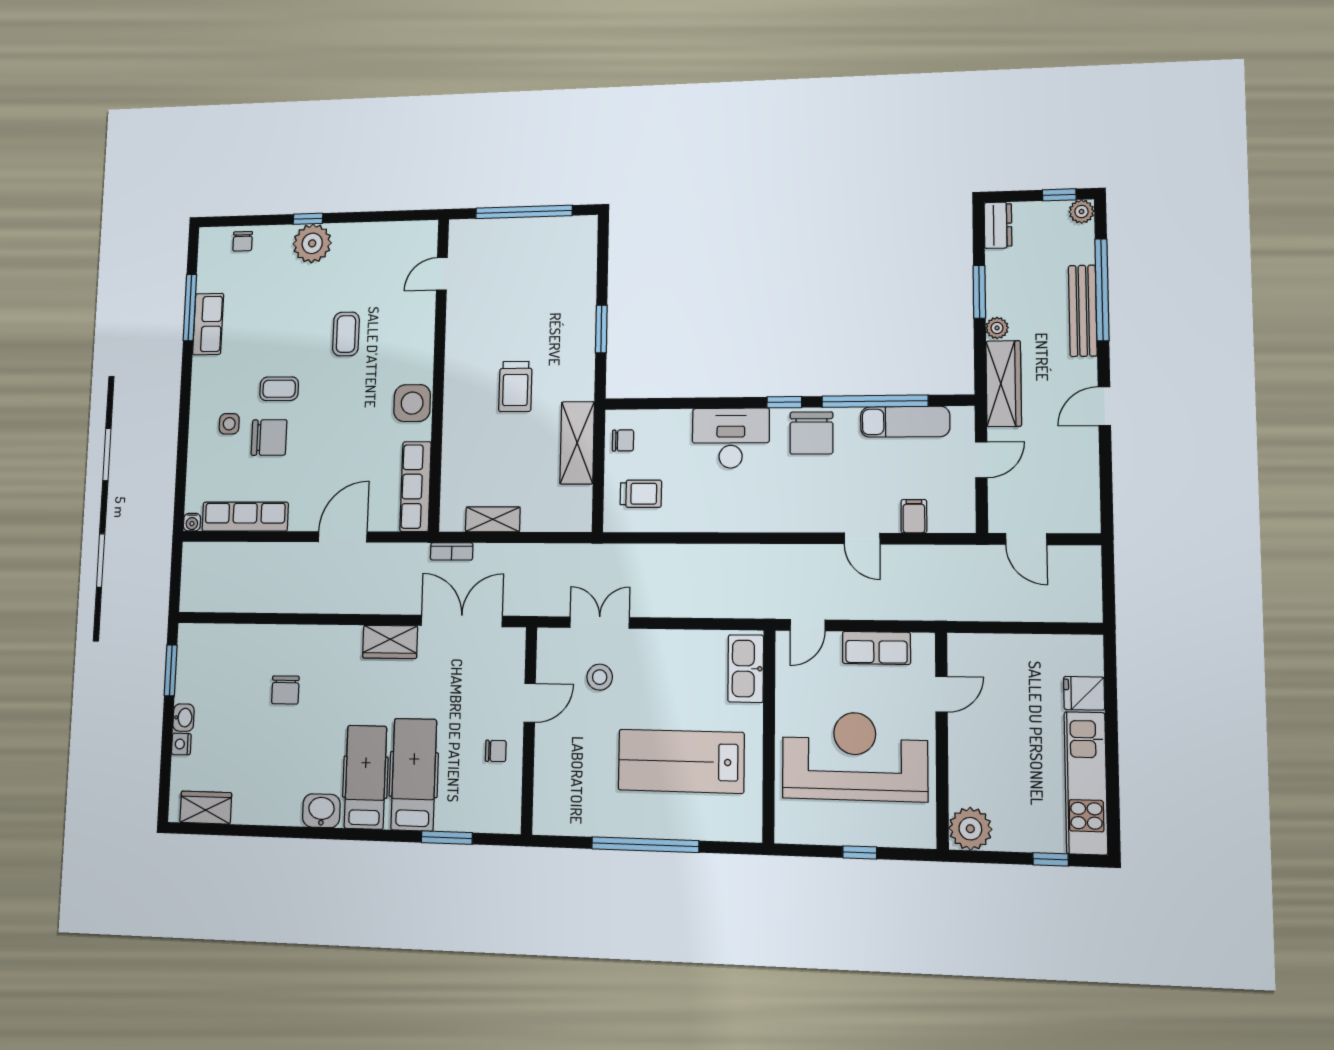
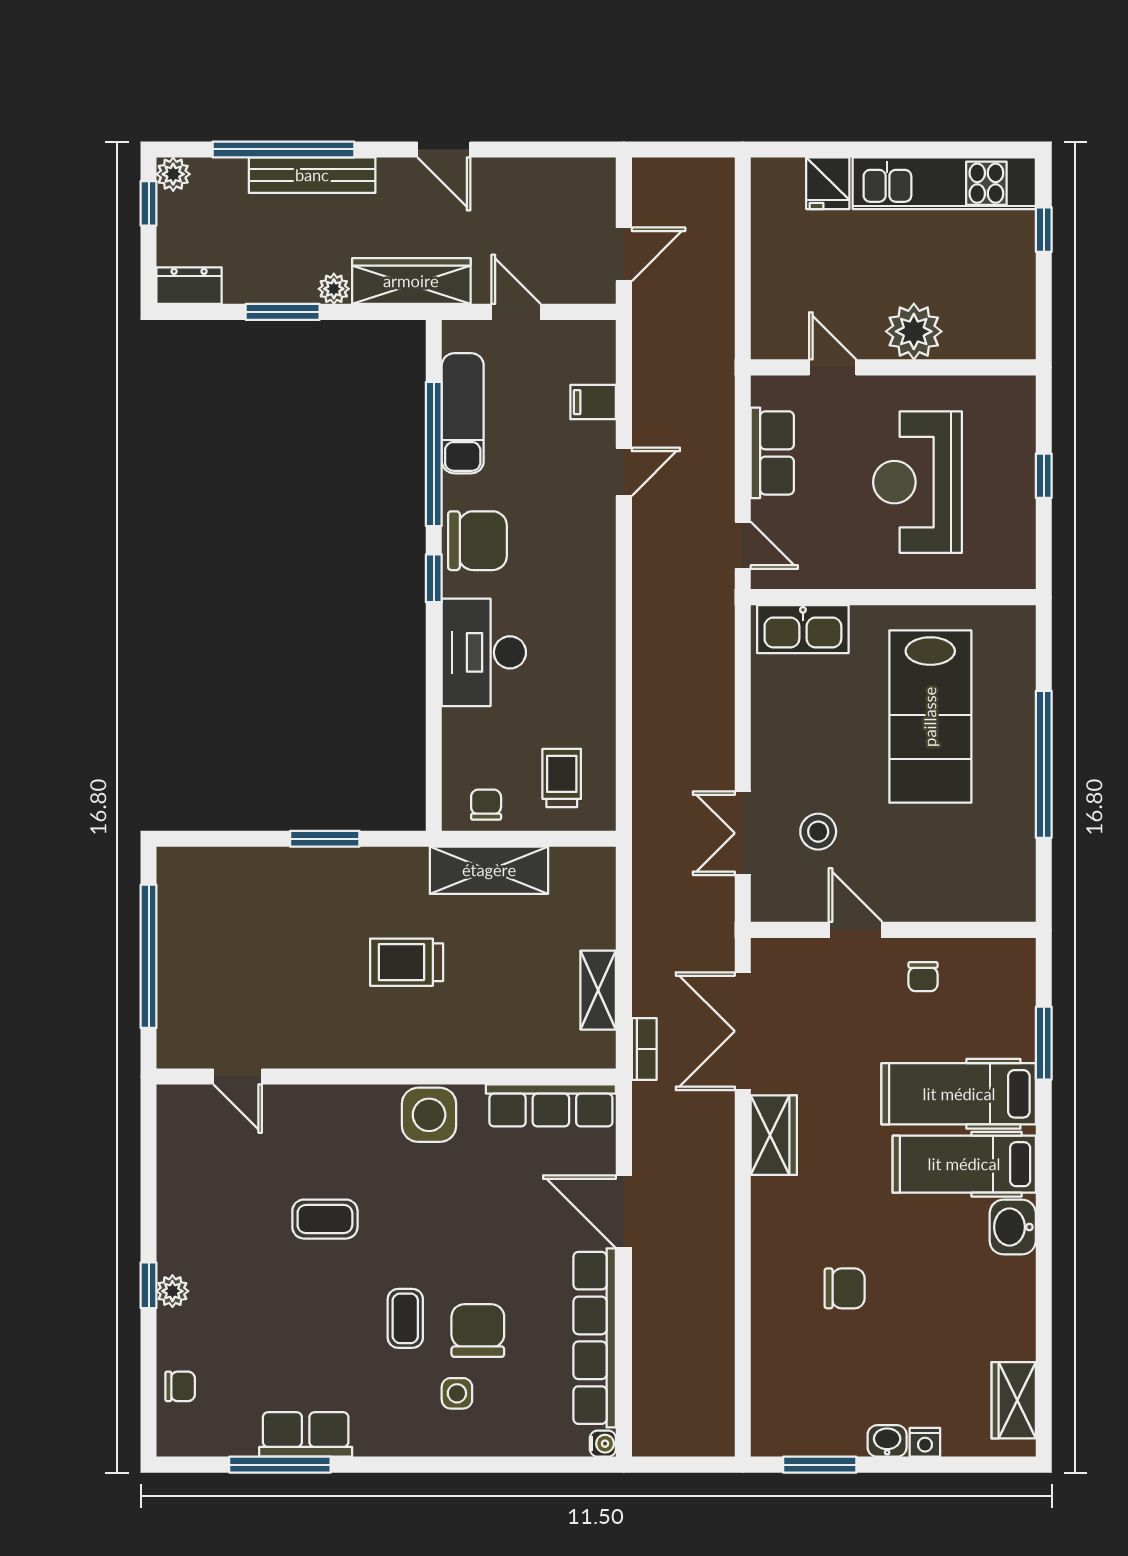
plant: (312, 243) -> (172, 1291), width x0.53, depth x0.53
trolley: (515, 386) -> (407, 962), turned 180
row of seats: (245, 517) -> (595, 1338), width x1.36
chair: (496, 751) -> (923, 977), turned 180
reception desk: (855, 756) -> (917, 482), width x0.74, depth x0.77
plant: (970, 829) -> (914, 331), moved

